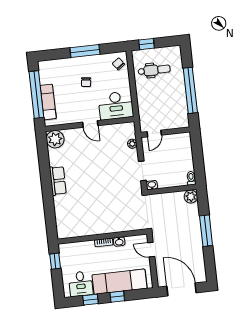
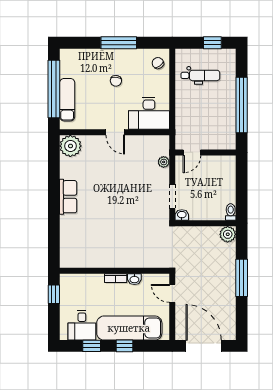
window: (147, 44) -> (212, 43), moved

